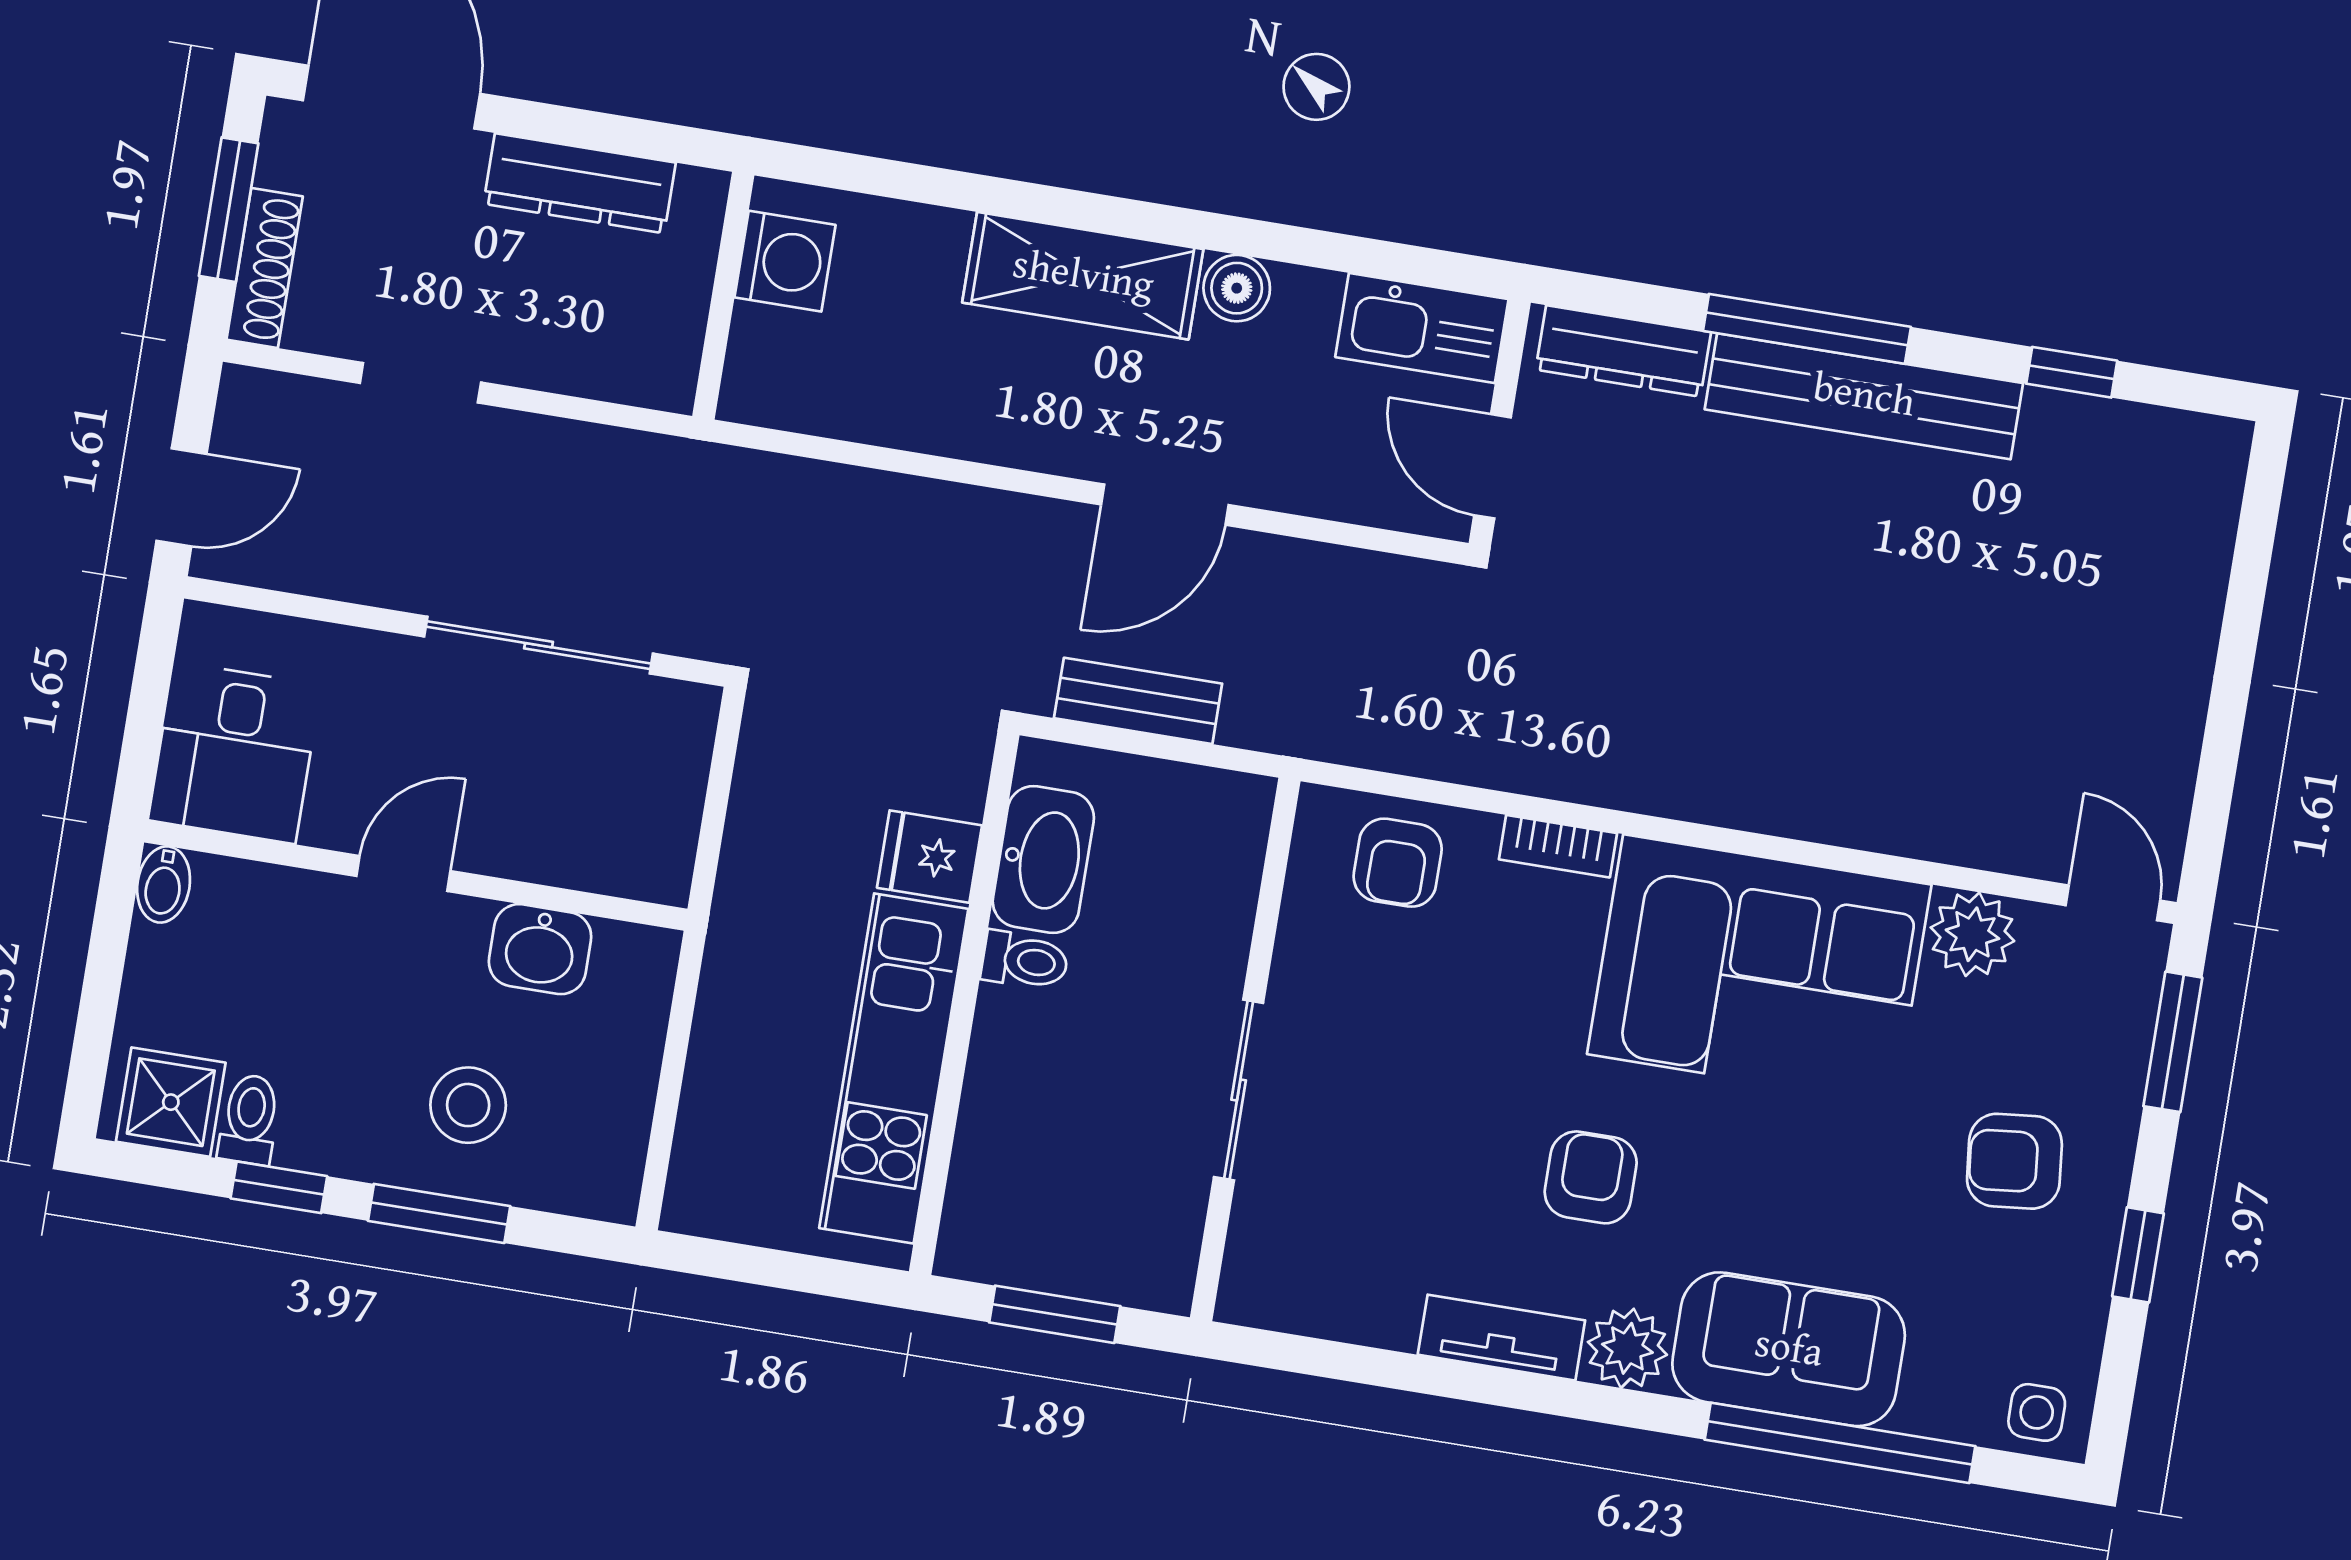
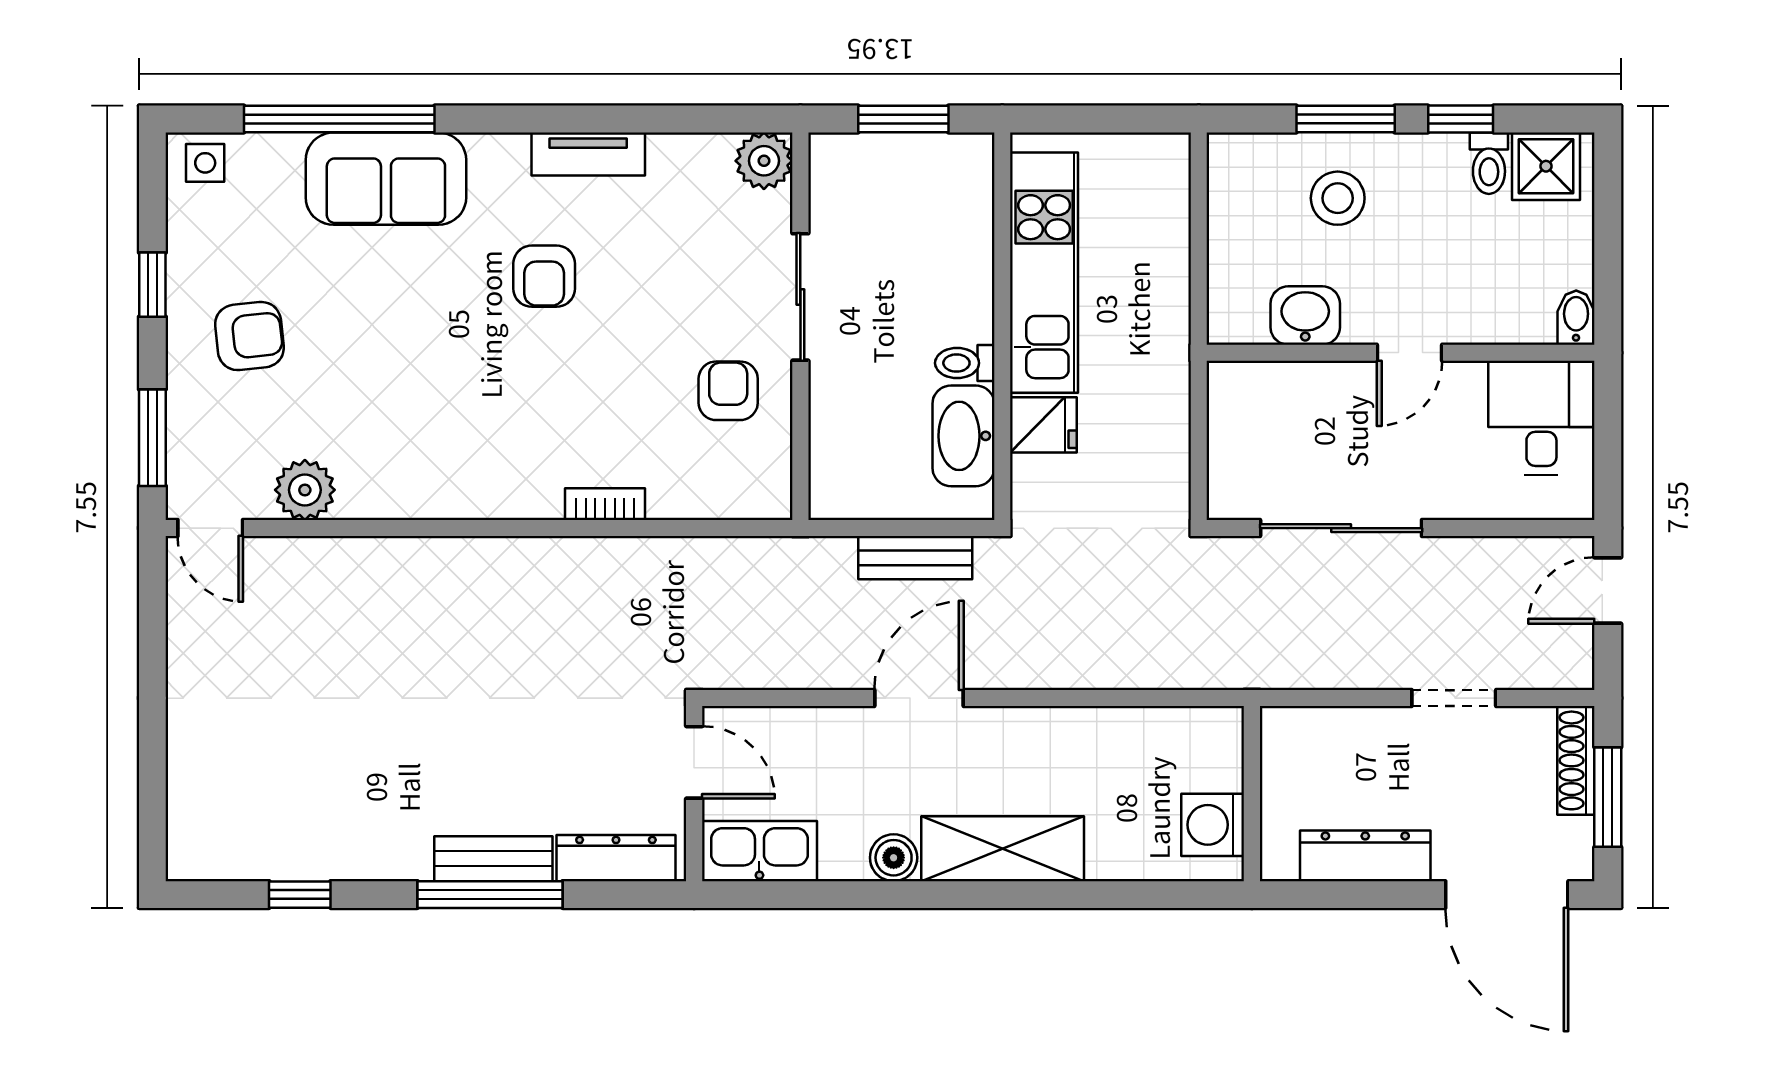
bench: (1864, 396) -> (493, 859), width x0.54, depth x0.82
armchair: (1398, 863) -> (728, 391), moved
corner sofa: (1759, 969) -> (450, 441), removed
plant: (1627, 1348) -> (764, 161), moved

